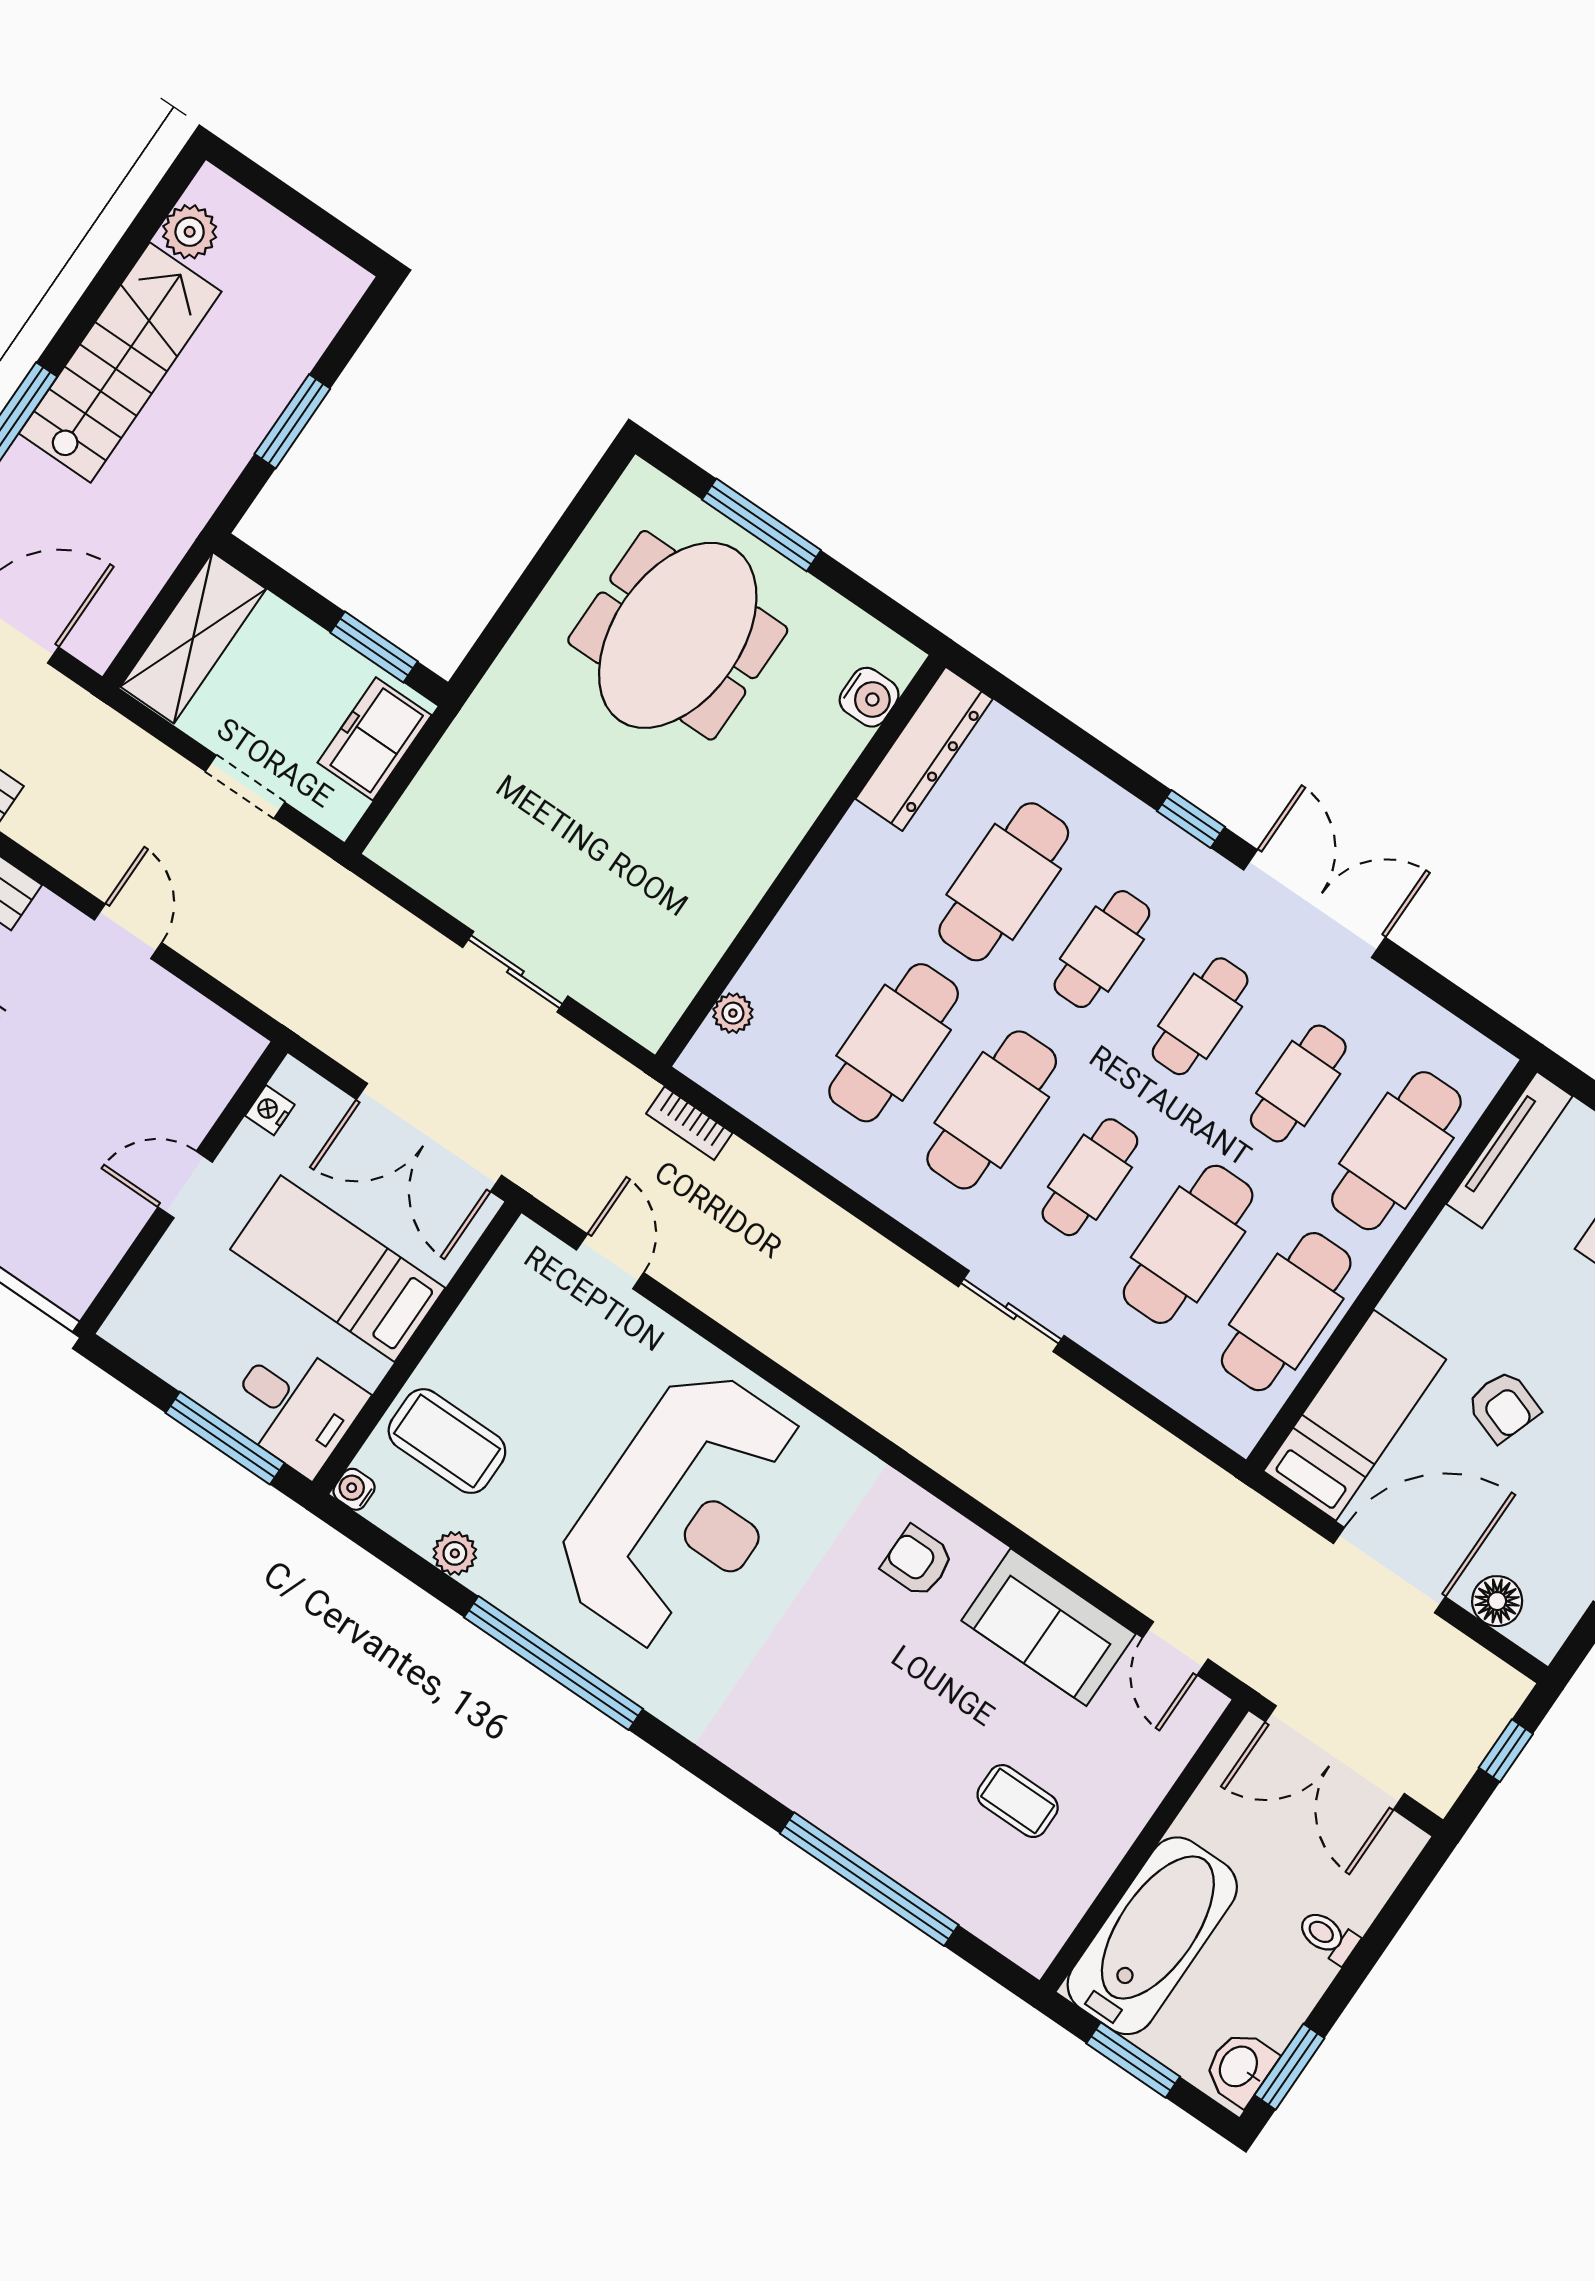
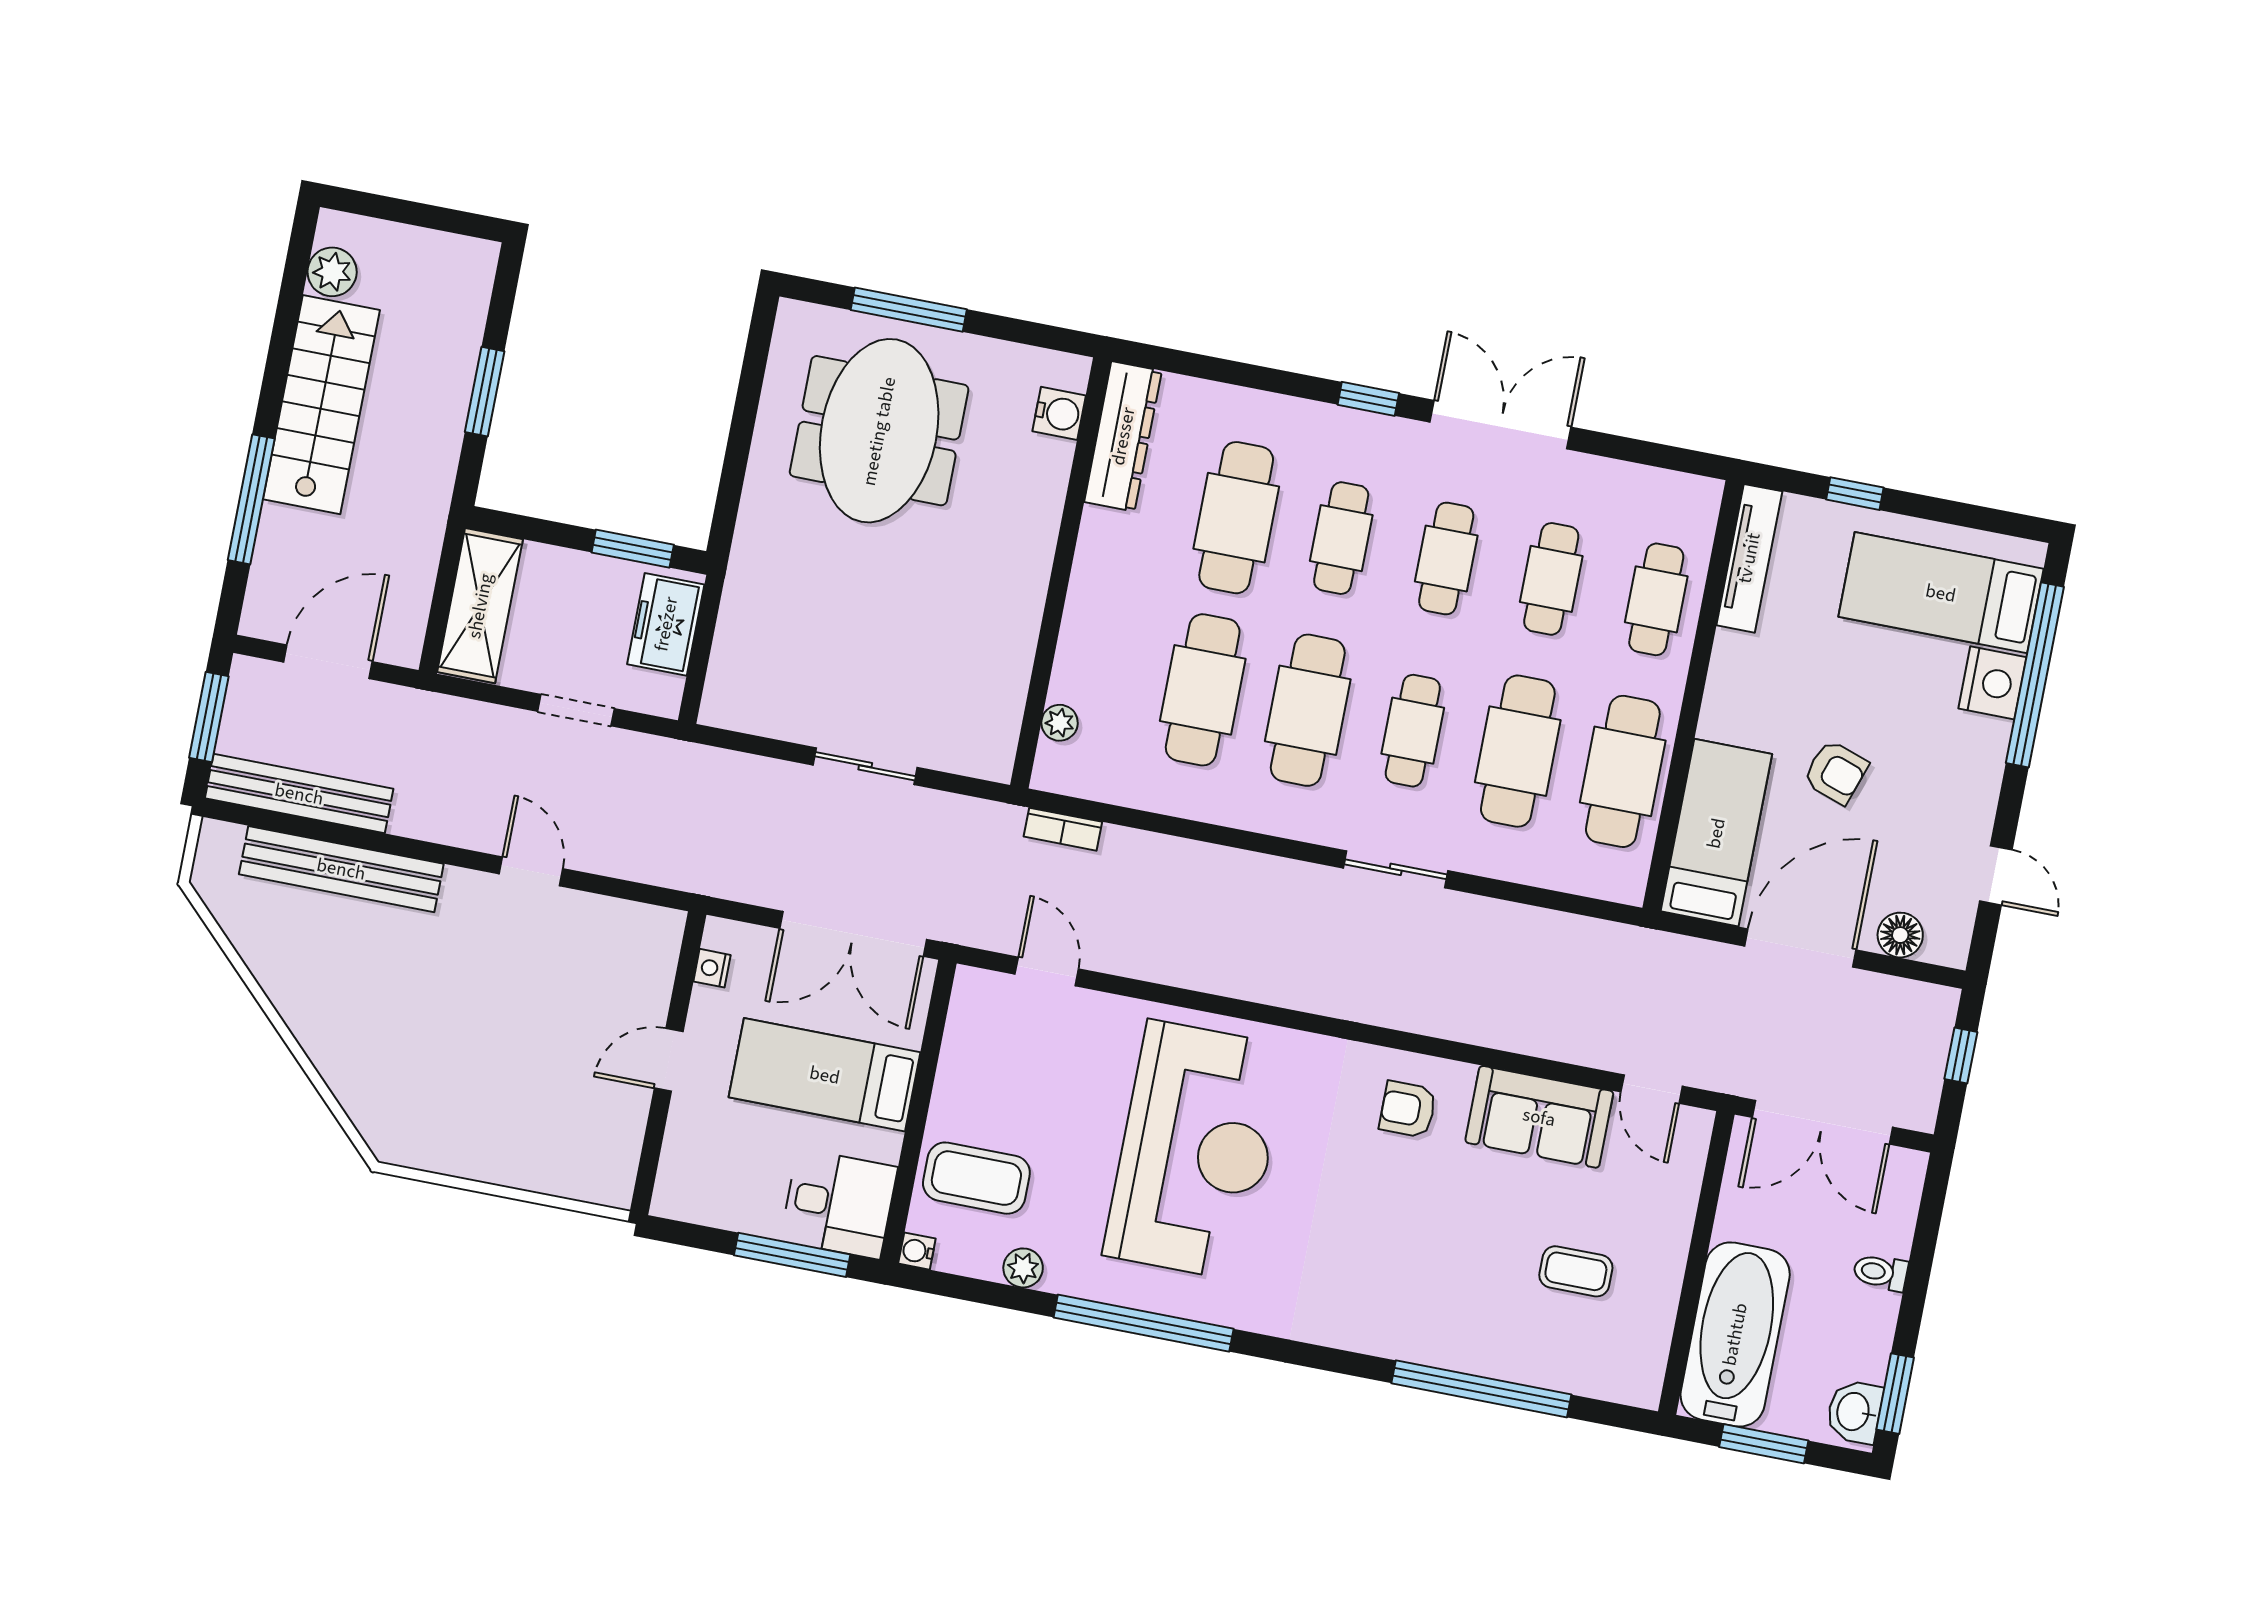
cafe table: (1396, 1151) -> (1656, 599), width x0.73, depth x0.74

